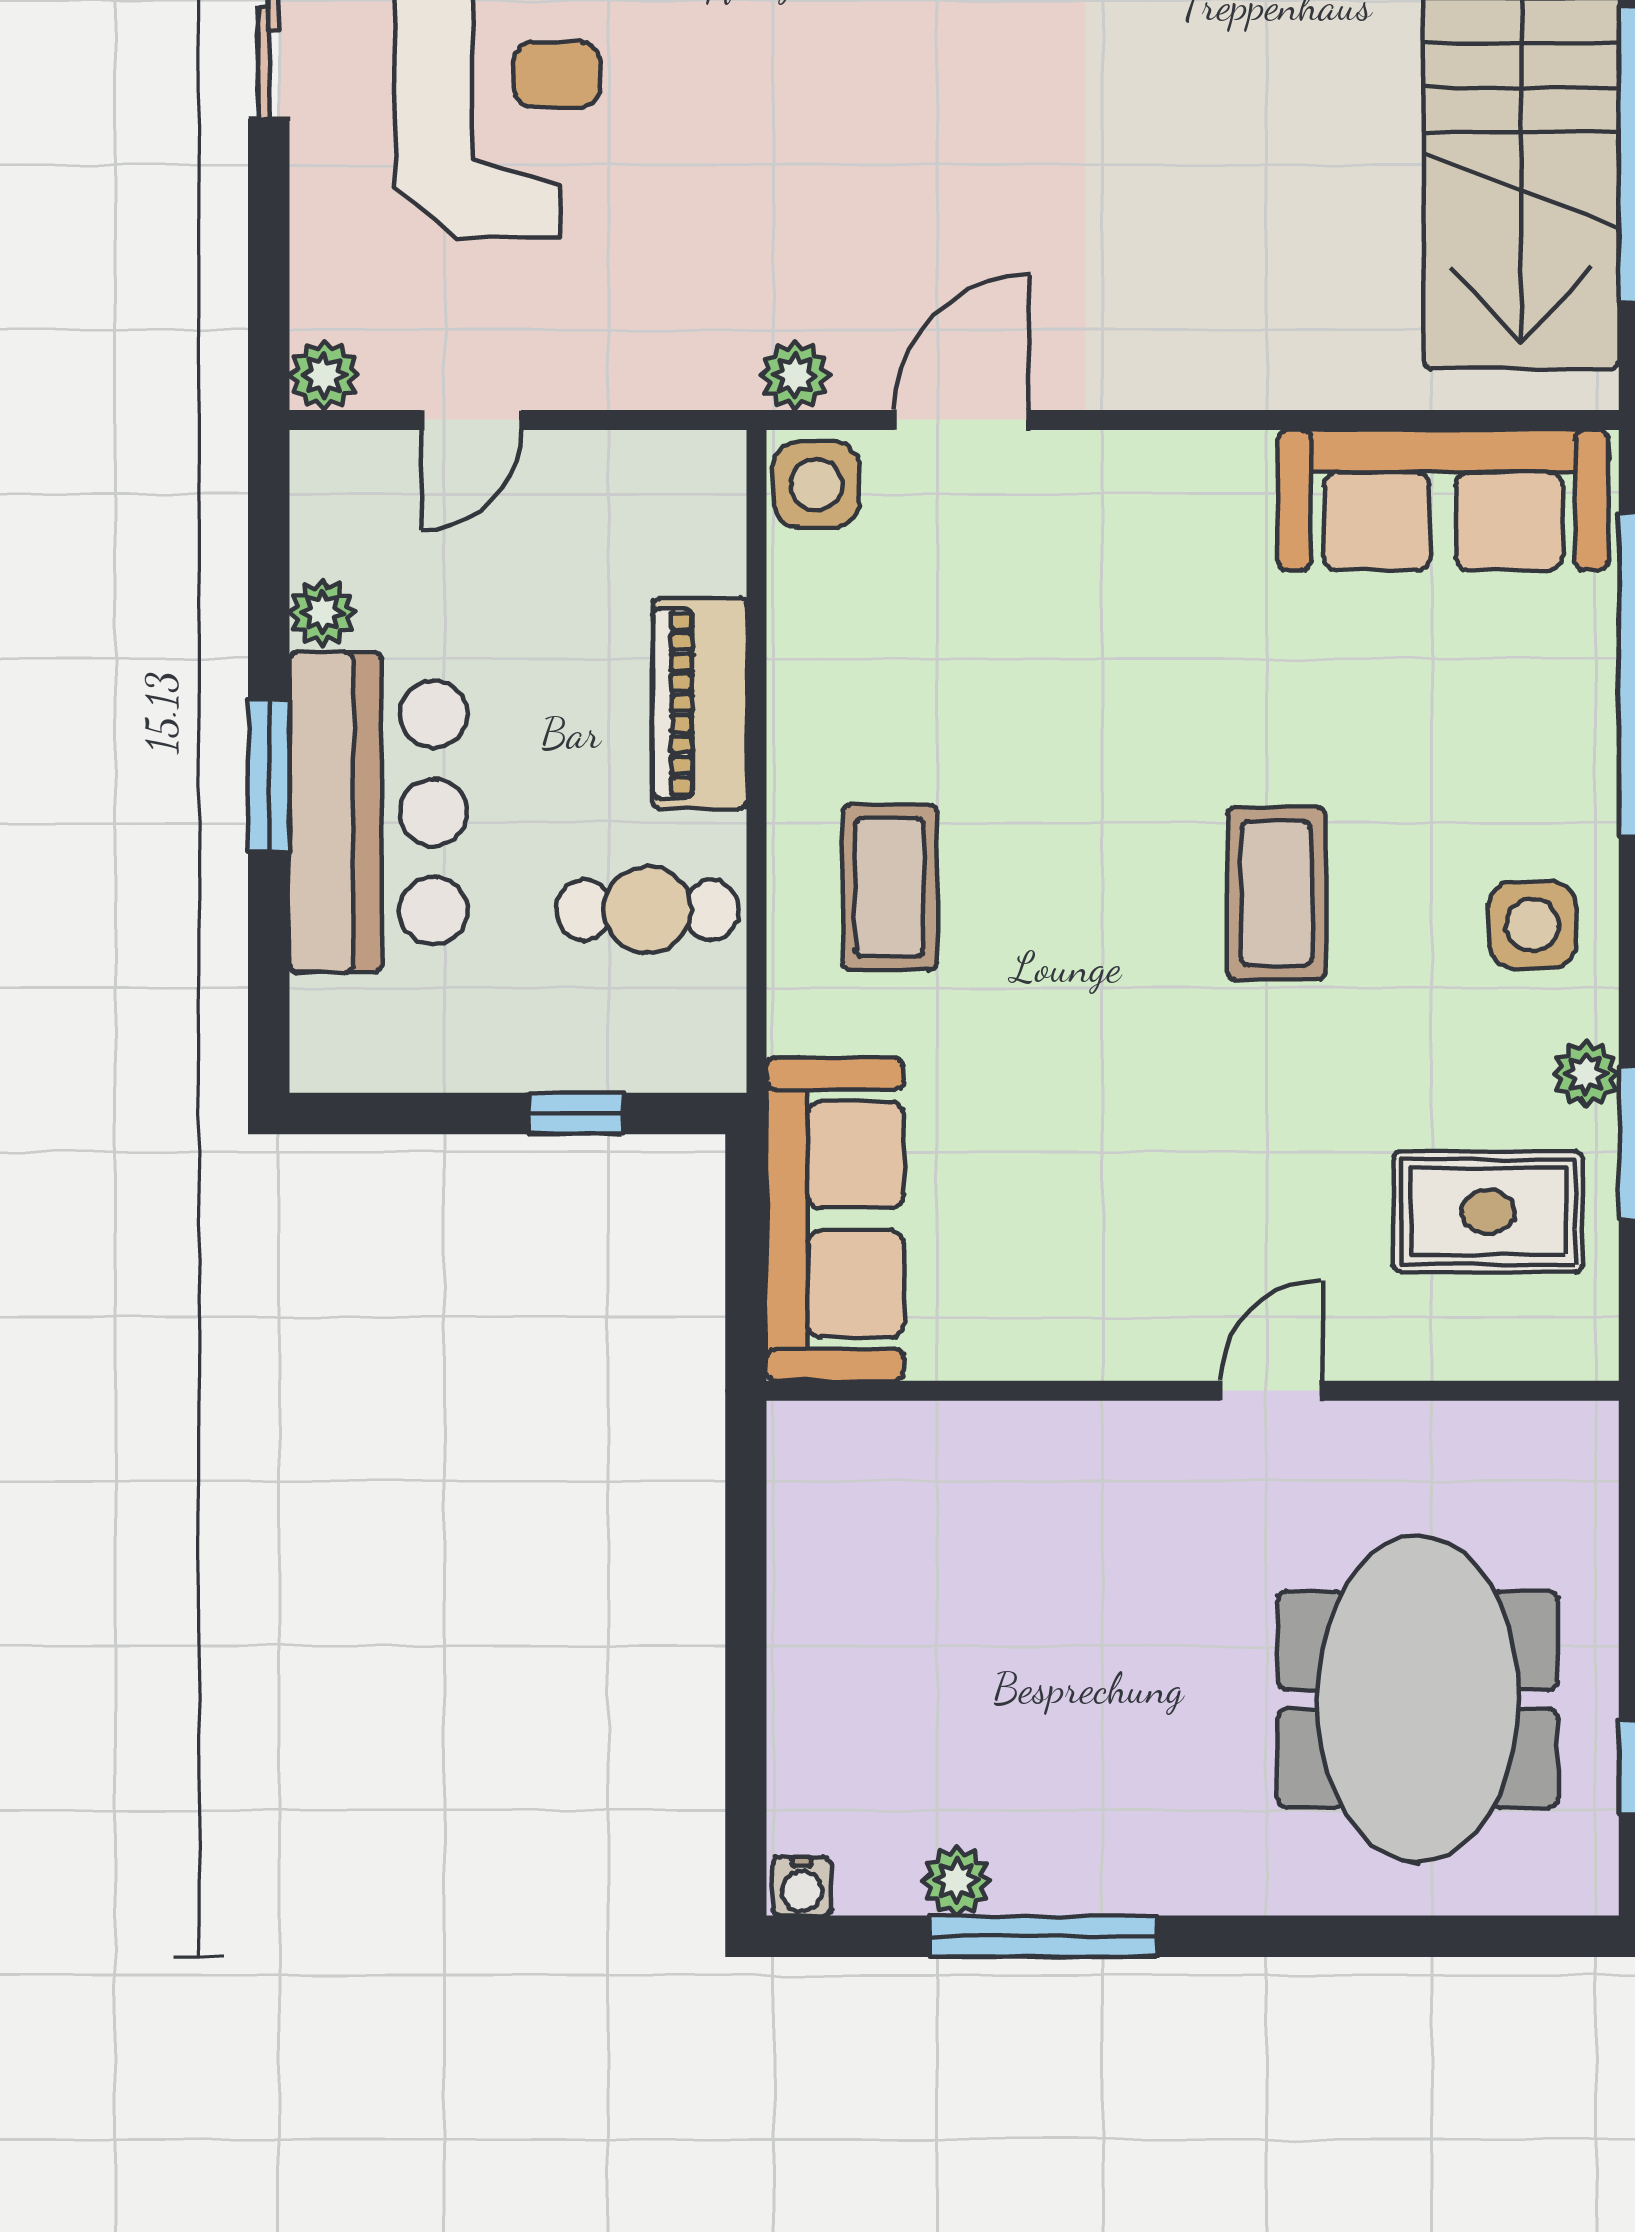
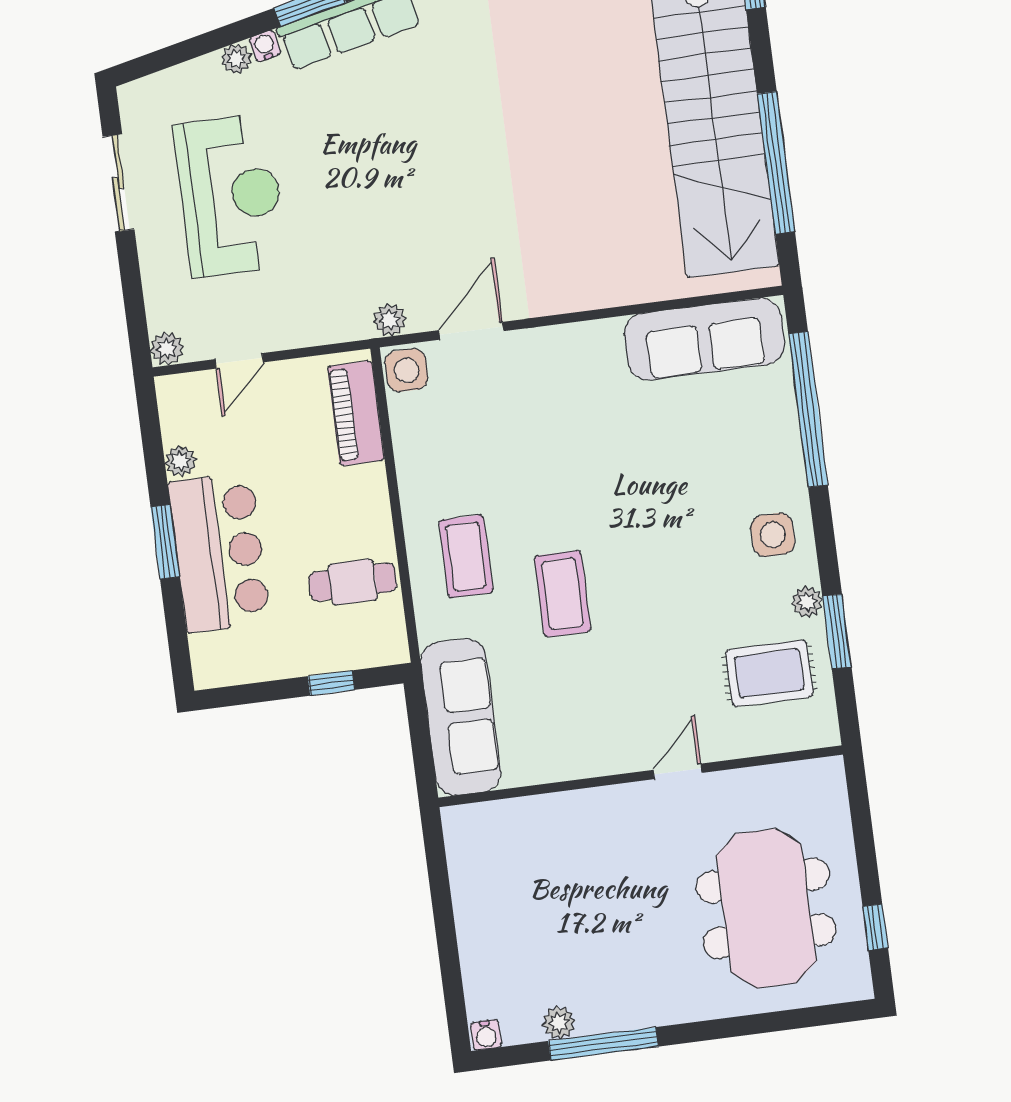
piano: (700, 703) -> (356, 413), moved
coffee table: (1276, 893) -> (562, 594), moved

